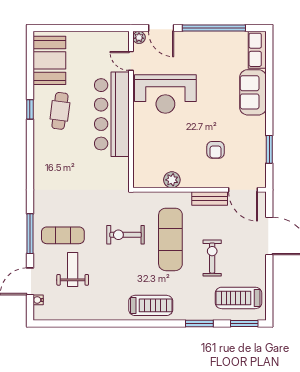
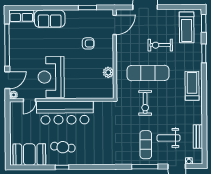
reception desk: (165, 94) -> (51, 77), turned 180
bench: (210, 198) -> (198, 136), moved

